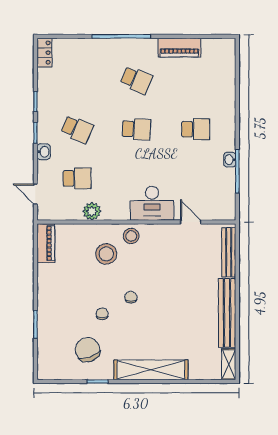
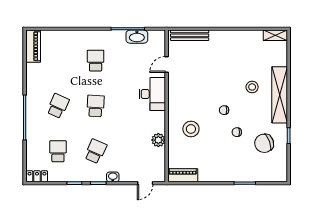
piano: (179, 48) -> (33, 46), moved
washbasin: (230, 160) -> (137, 37), moved, width x1.91, depth x1.45
school desk: (77, 178) -> (58, 151), moved
stool: (131, 236) -> (252, 87), moved
bench: (227, 313) -> (236, 37), removed

